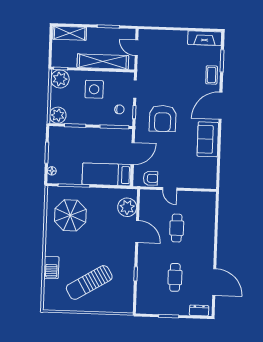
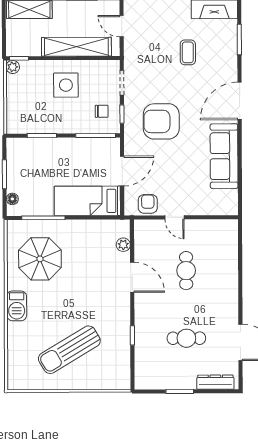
coffee table: (212, 75) -> (188, 52), moved
plant: (60, 79) -> (13, 67), width x0.53, depth x0.53
plant: (58, 115) -> (17, 122), removed
armchair: (163, 118) -> (161, 121), turned 90
sofa: (208, 139) -> (224, 156), width x1.36
armchair: (151, 178) -> (148, 204), turned -90
plant: (127, 207) -> (123, 245), width x0.53, depth x0.53
barbecue: (51, 267) -> (17, 306), moved
cafe table: (175, 277) -> (186, 338), turned 90
dresser: (199, 310) -> (215, 382), width x1.44

